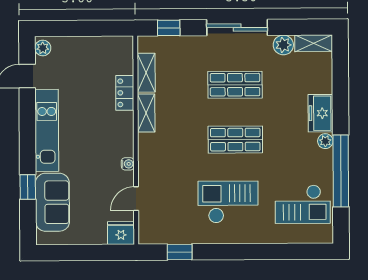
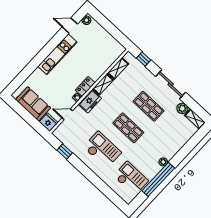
locker: (125, 93) -> (85, 86), moved
freezer: (321, 113) -> (90, 101), moved, turned 180
window: (28, 187) -> (29, 69), removed
sofa: (52, 202) -> (33, 104), moved, turned -90
checkout: (303, 204) -> (131, 178), turned 180

